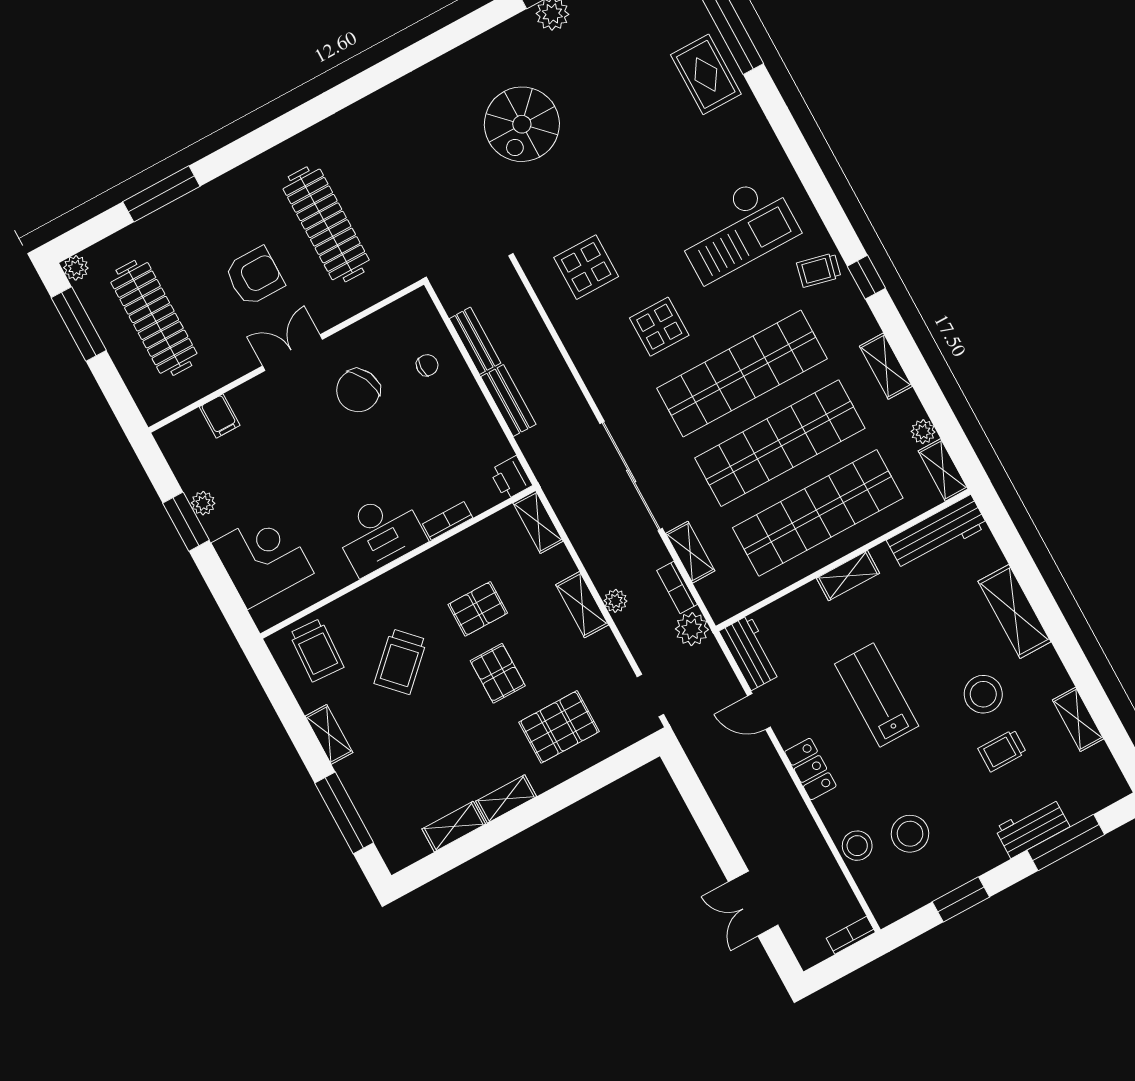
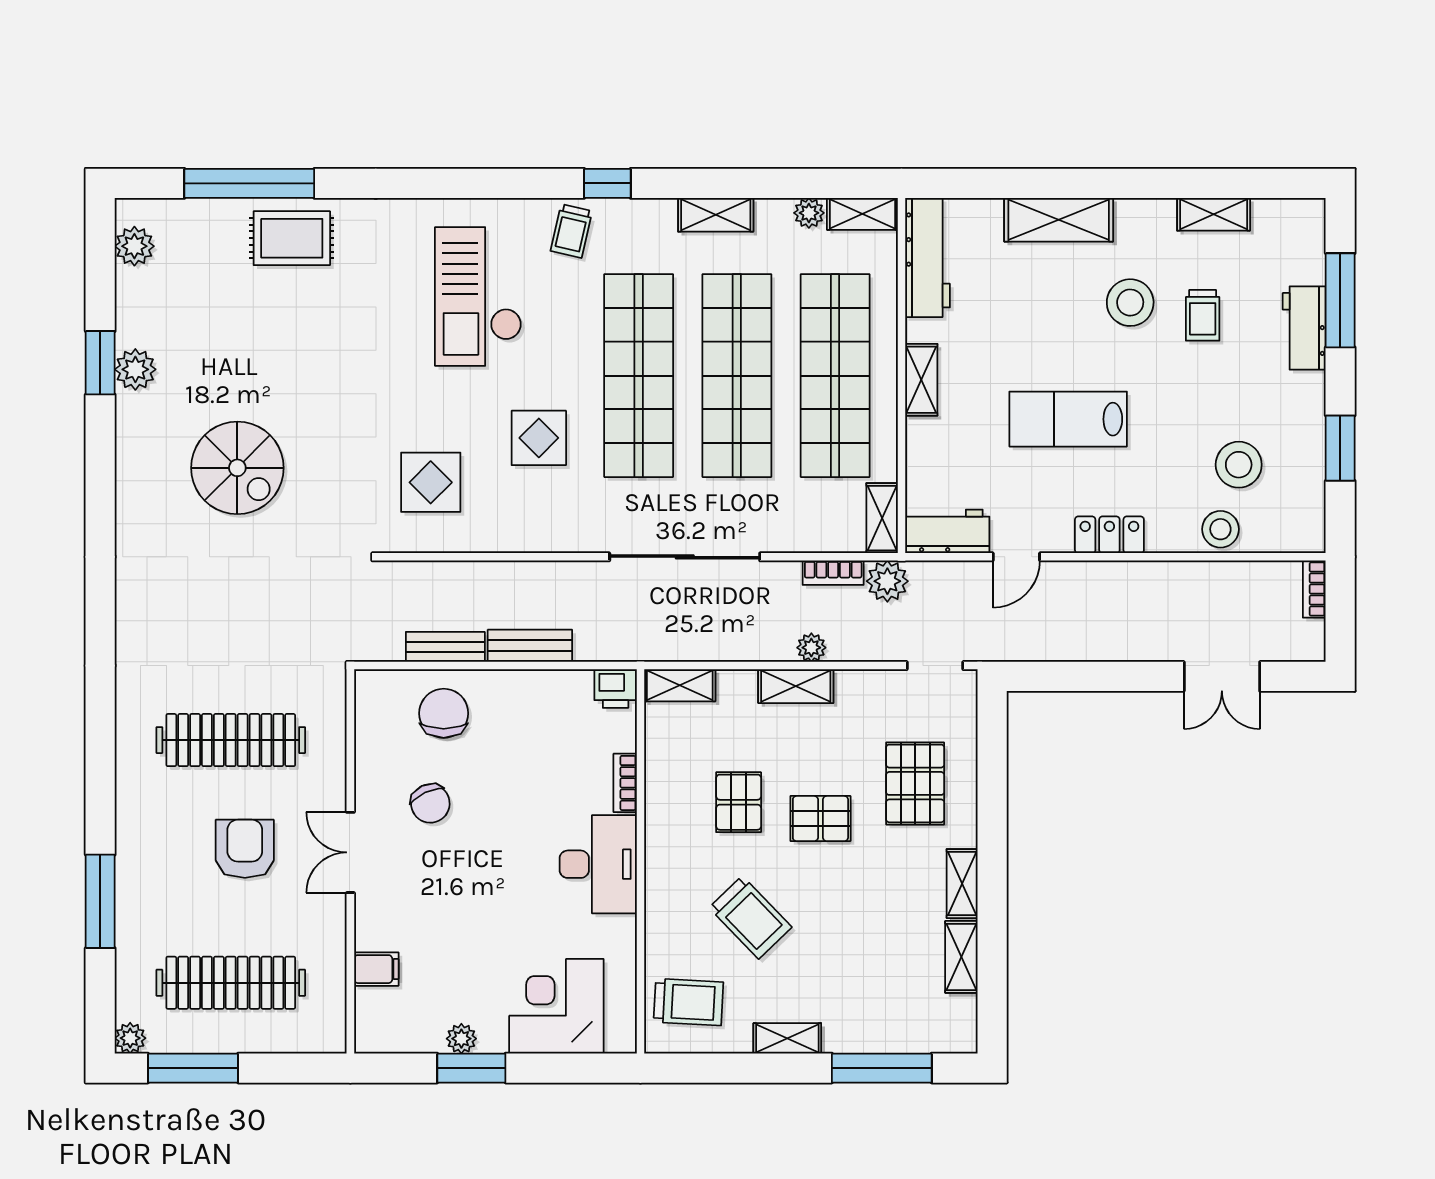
checkout: (736, 229) -> (478, 296), turned 180
chair: (427, 365) -> (444, 713), width x1.87, depth x1.87
chair: (358, 391) -> (430, 803), width x0.73, depth x0.73
shelving: (690, 552) -> (882, 518), moved, turned 90

